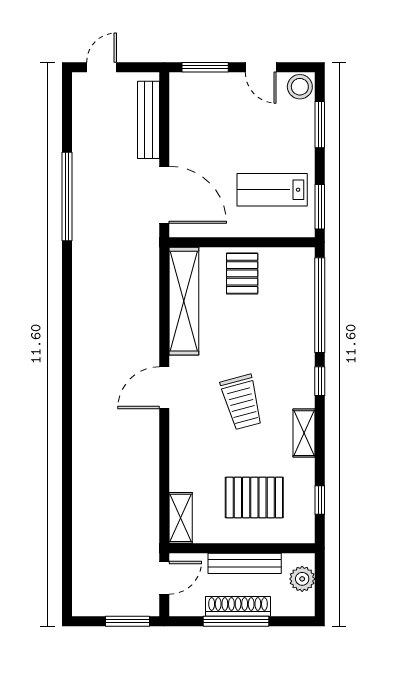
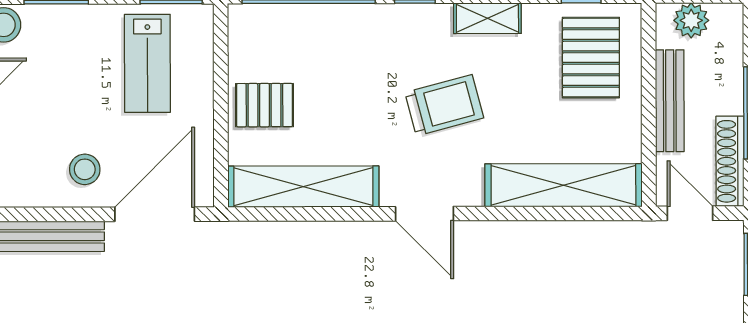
stool: (196, 145) -> (85, 169), added
pallet: (254, 498) -> (591, 58), moved
shelving: (181, 518) -> (563, 185), width x2.20, depth x1.33
shoe rack: (238, 606) -> (730, 161), moved

